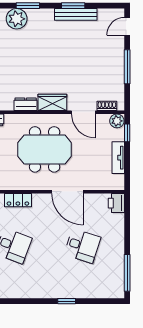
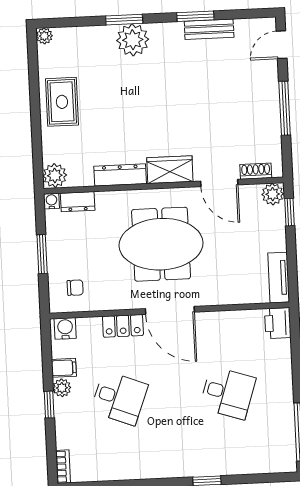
bench: (76, 14) -> (209, 29), width x0.73
plant: (17, 19) -> (133, 40), moved
dresser: (26, 104) -> (120, 175), width x1.44
tv unit: (118, 158) -> (279, 278), moved
door: (67, 192) -> (170, 310), moved

